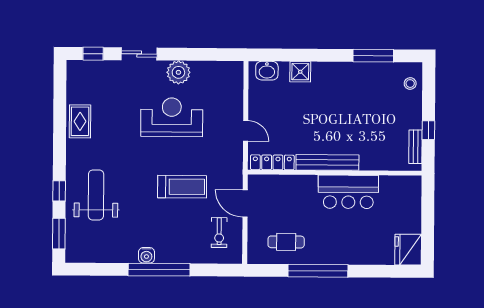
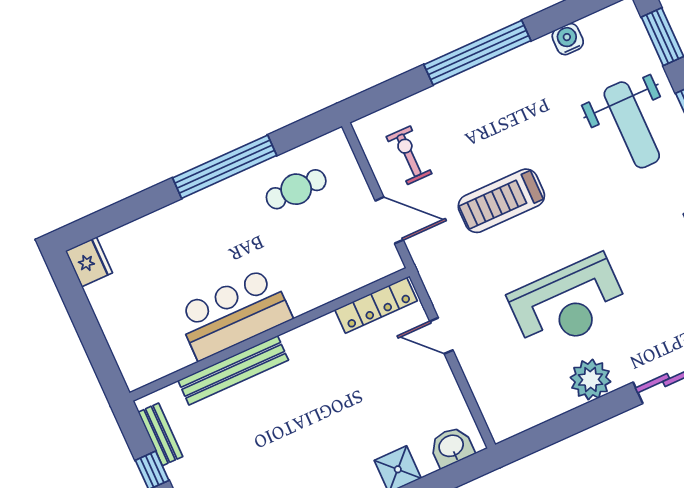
bench: (327, 162) -> (233, 370), moved
fridge: (408, 250) -> (89, 262), width x0.73, depth x0.75
water cooler: (146, 255) -> (568, 39), moved

